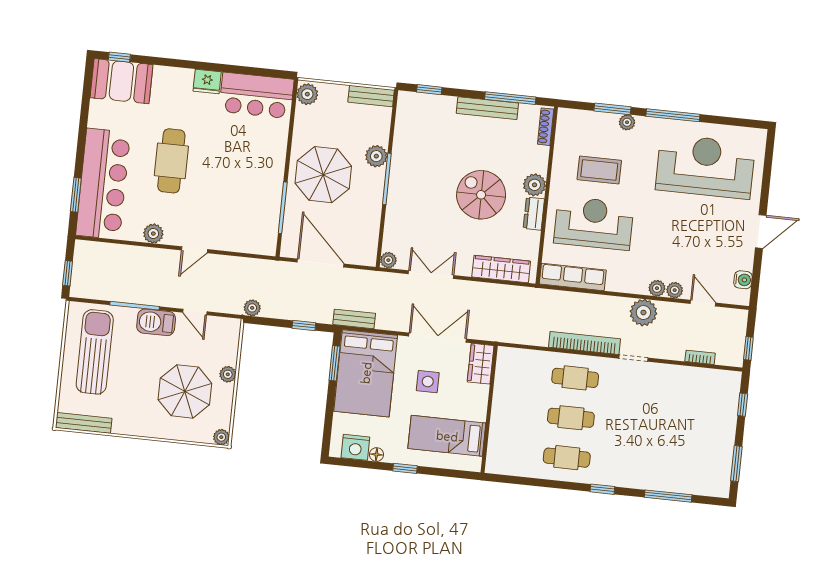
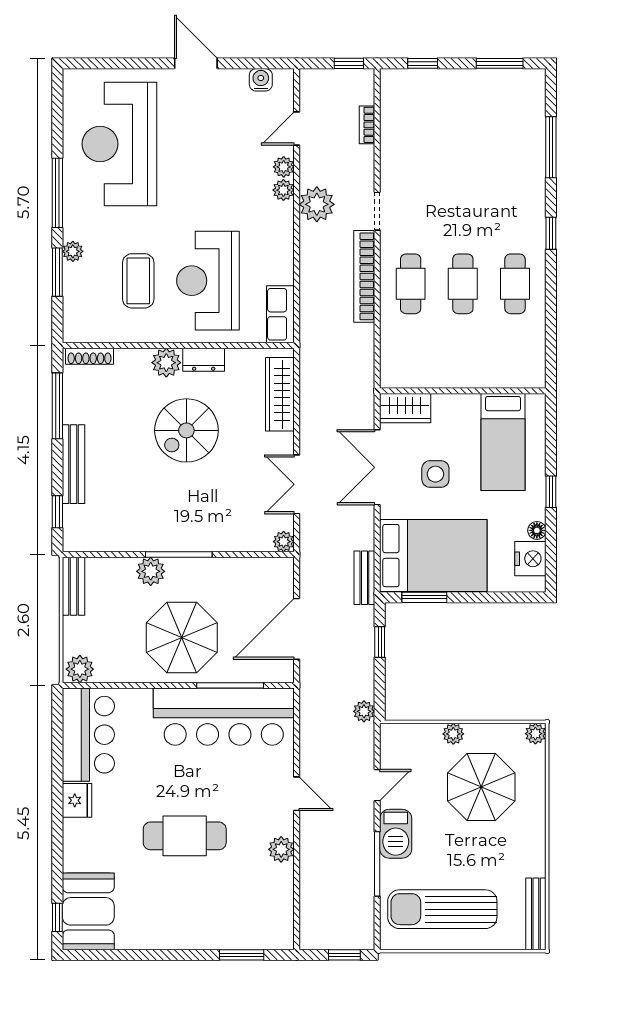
bench: (487, 108) -> (73, 464), moved
bar counter: (103, 184) -> (224, 717), moved, turned 180
row of seats: (573, 277) -> (280, 314), width x0.68

